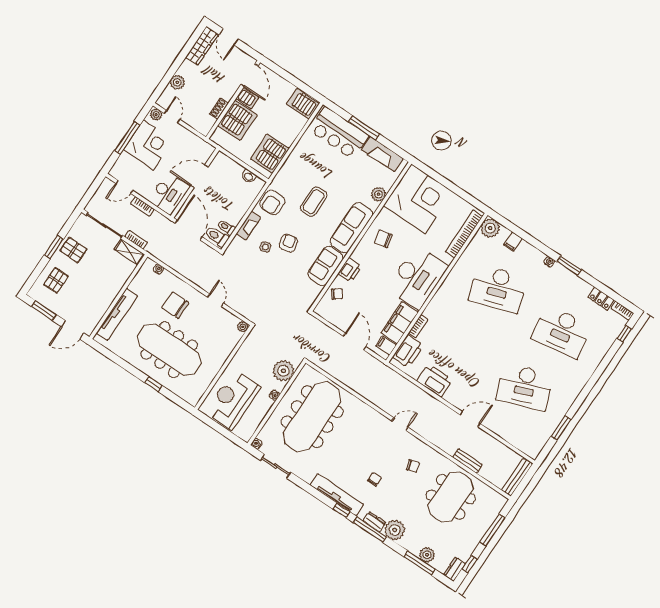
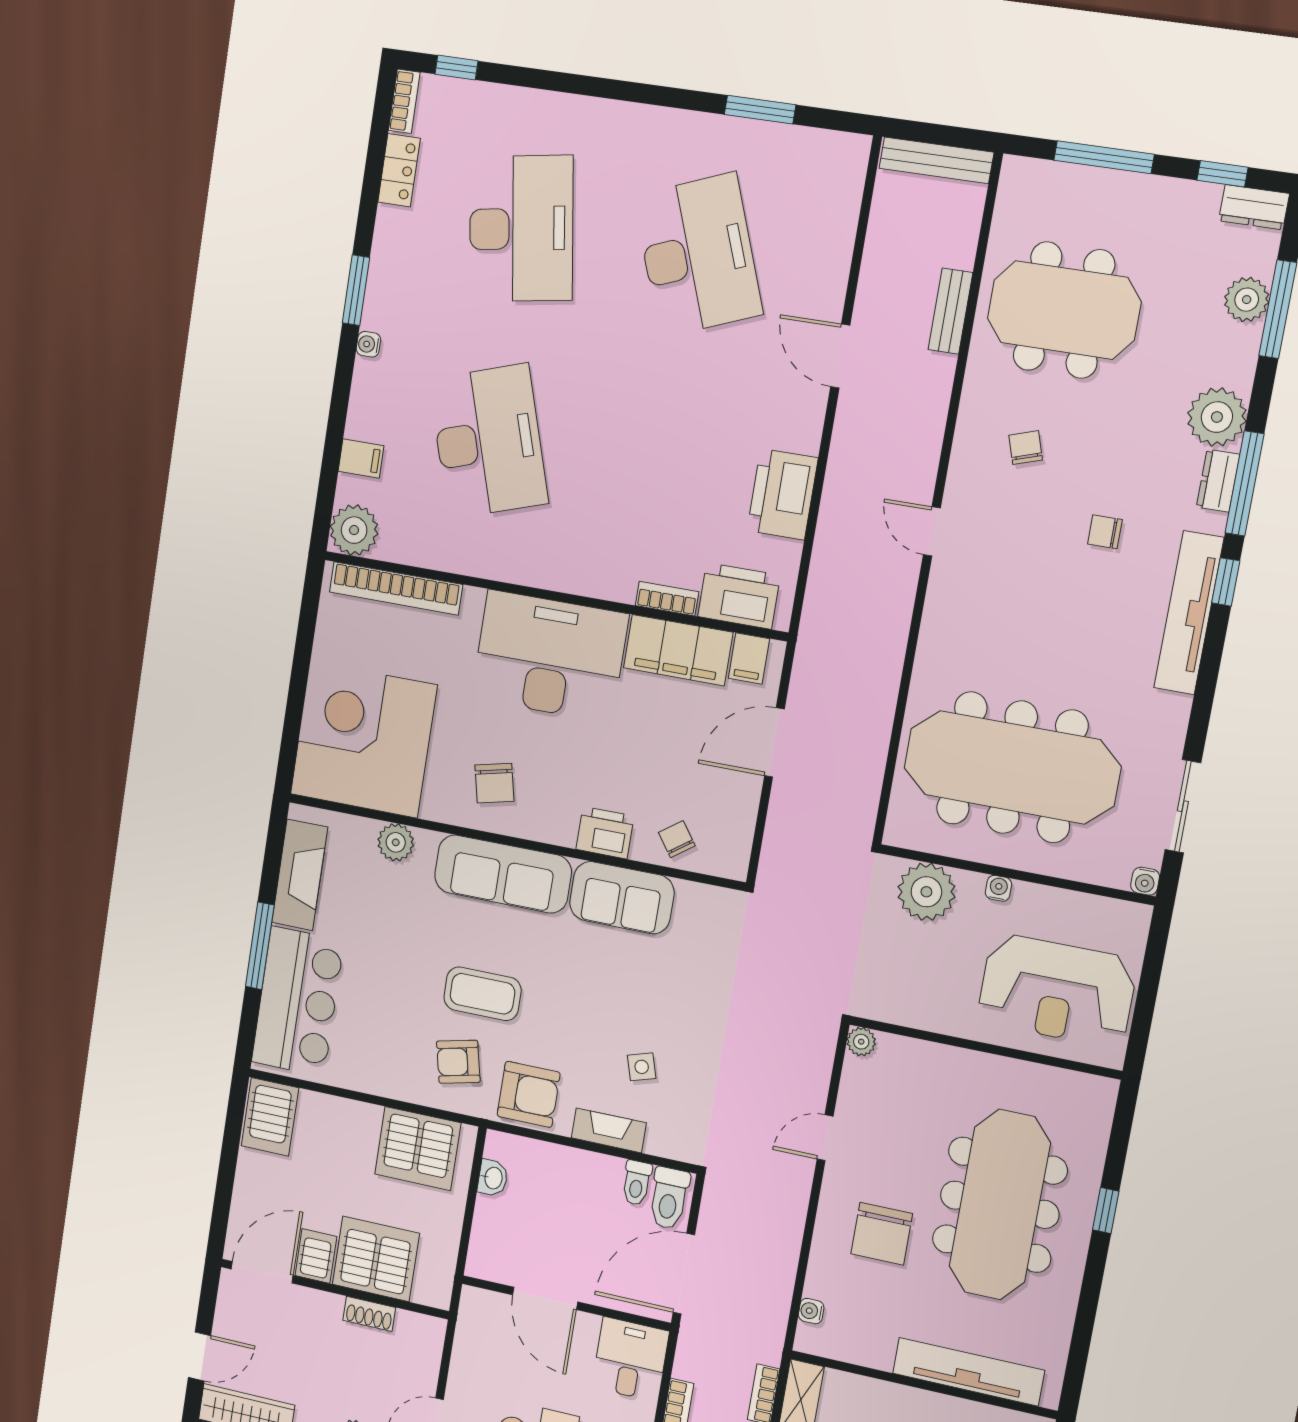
desk: (169, 194) -> (630, 1359), width x0.73
armchair: (288, 243) -> (458, 1062), moved

